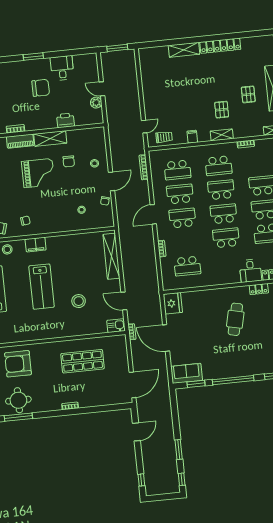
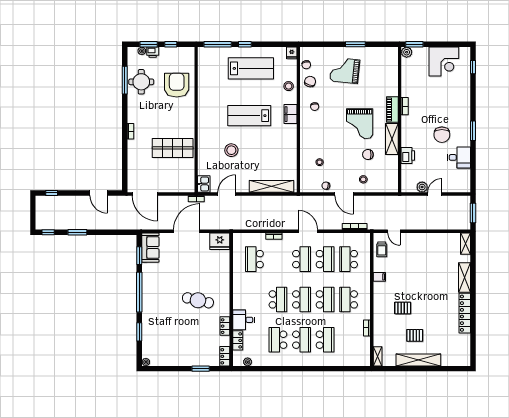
shelving: (222, 135) -> (466, 244), moved
shop shelf: (83, 361) -> (173, 148), turned 90

